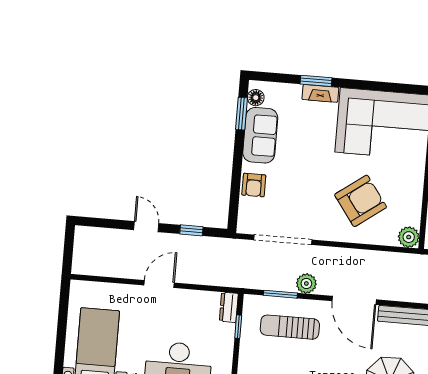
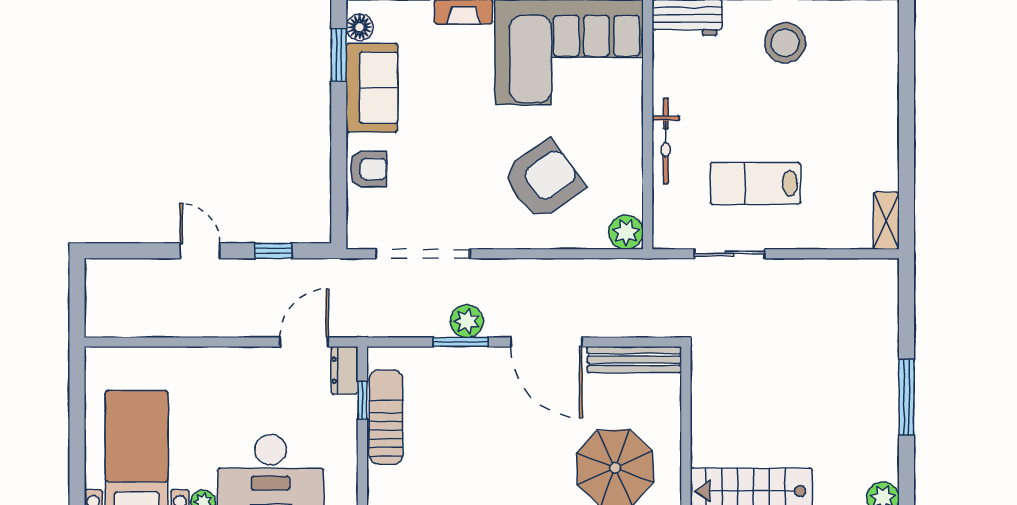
armchair: (254, 185) -> (368, 169), turned -90
door: (159, 284) -> (304, 342), moved
window: (280, 294) -> (460, 342), moved
sun lounger: (290, 327) -> (386, 417), moved, turned 90

